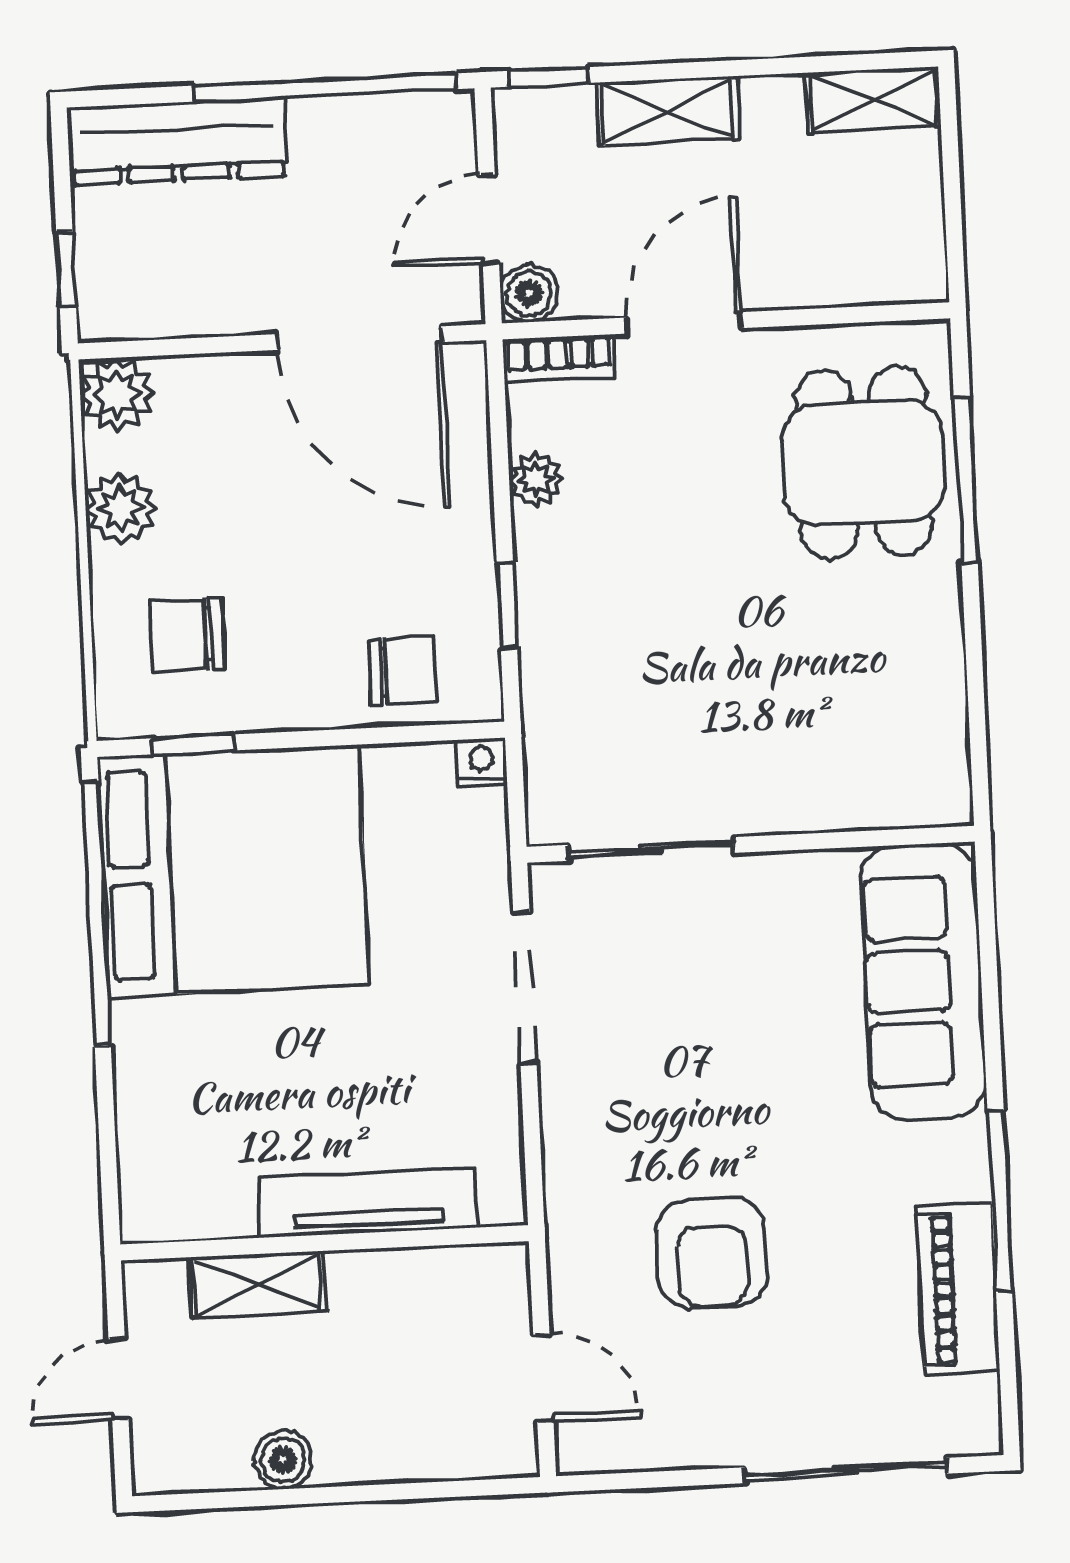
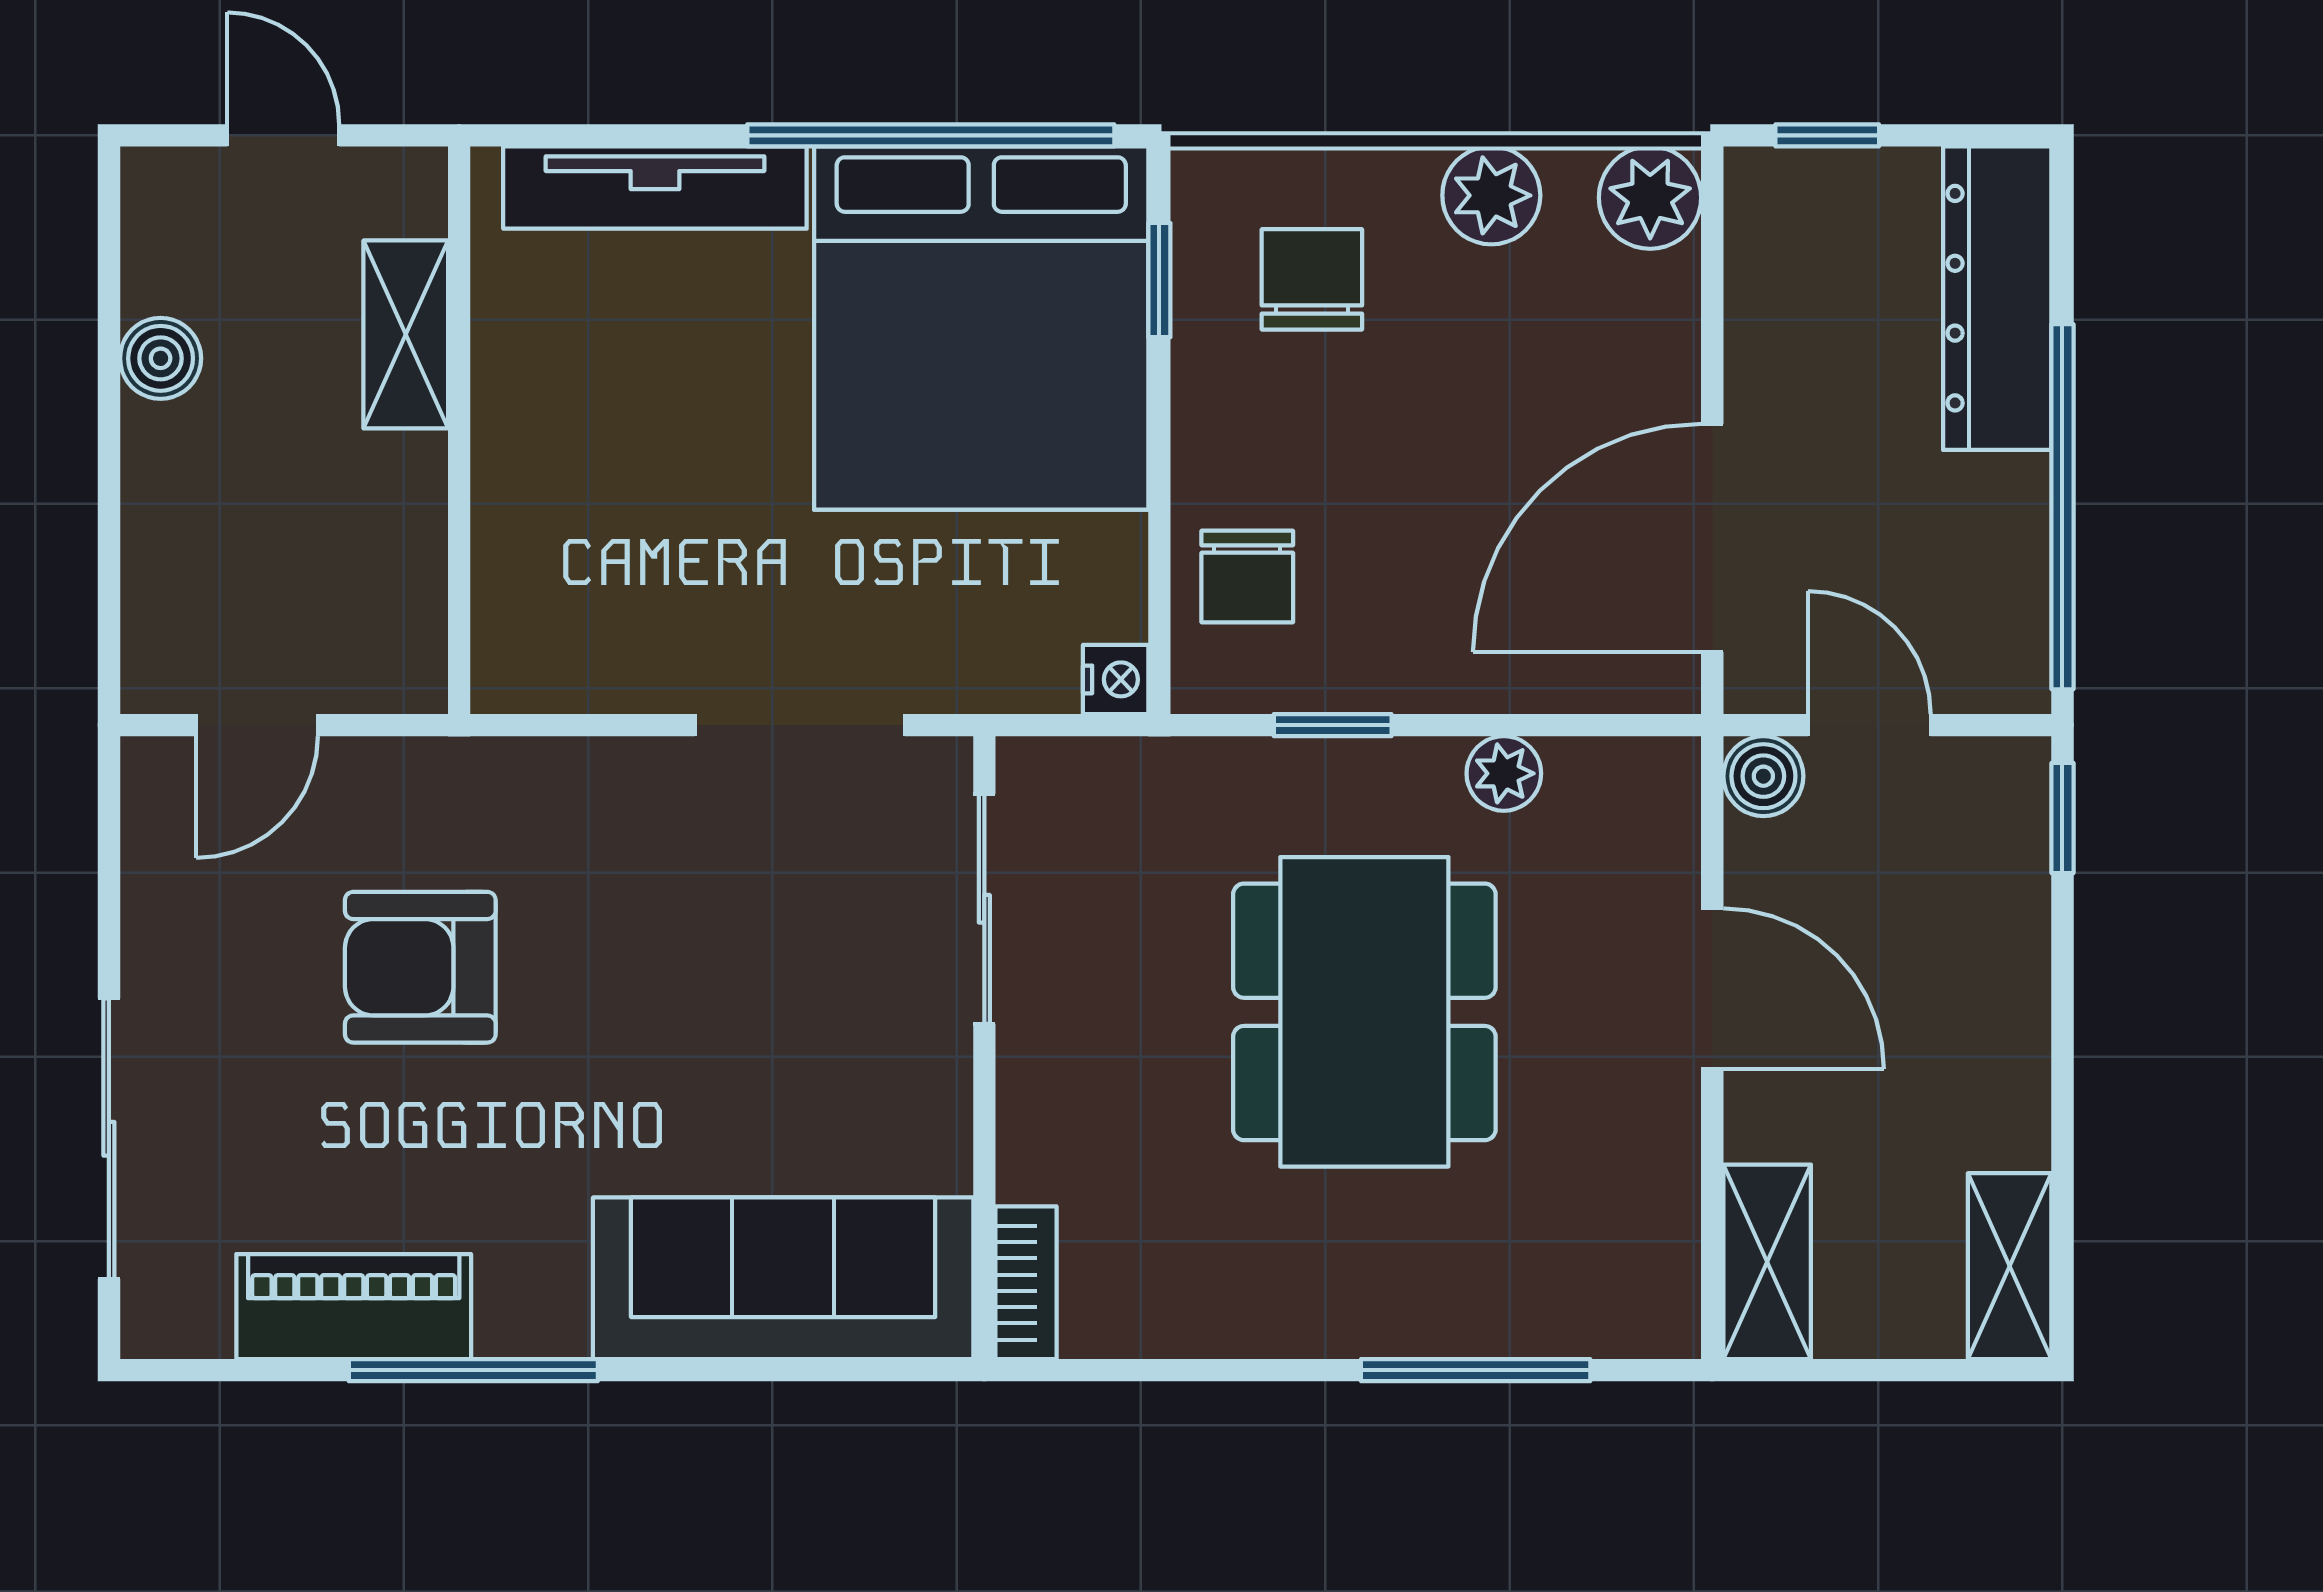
shelving: (668, 111) -> (1767, 1262), moved
bookcase: (558, 359) -> (1026, 1283), moved, turned 180
dining table: (863, 463) -> (1364, 1012), moved, width x1.38
tv unit: (368, 1203) -> (655, 188), moved, turned 90

